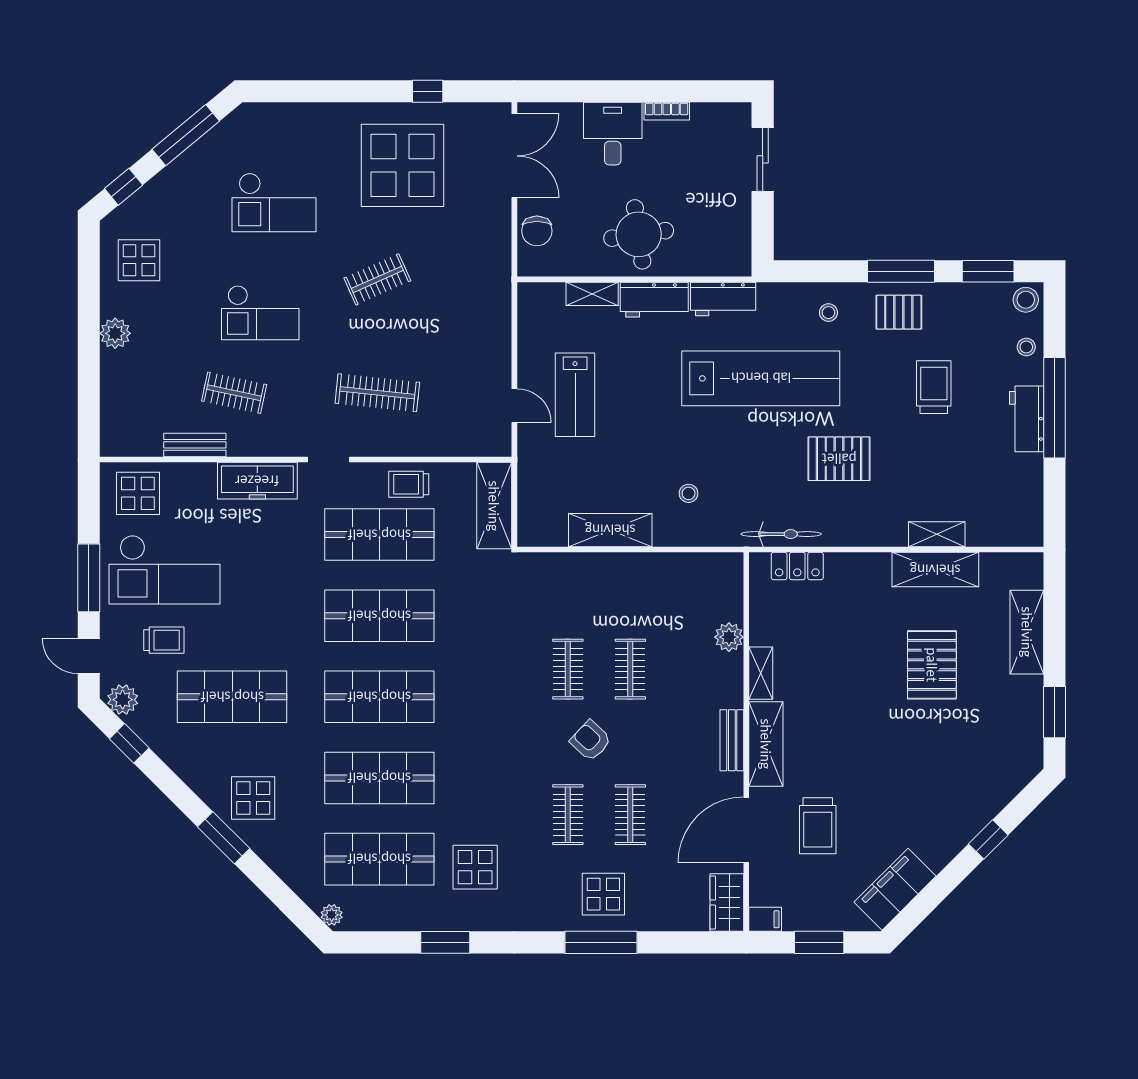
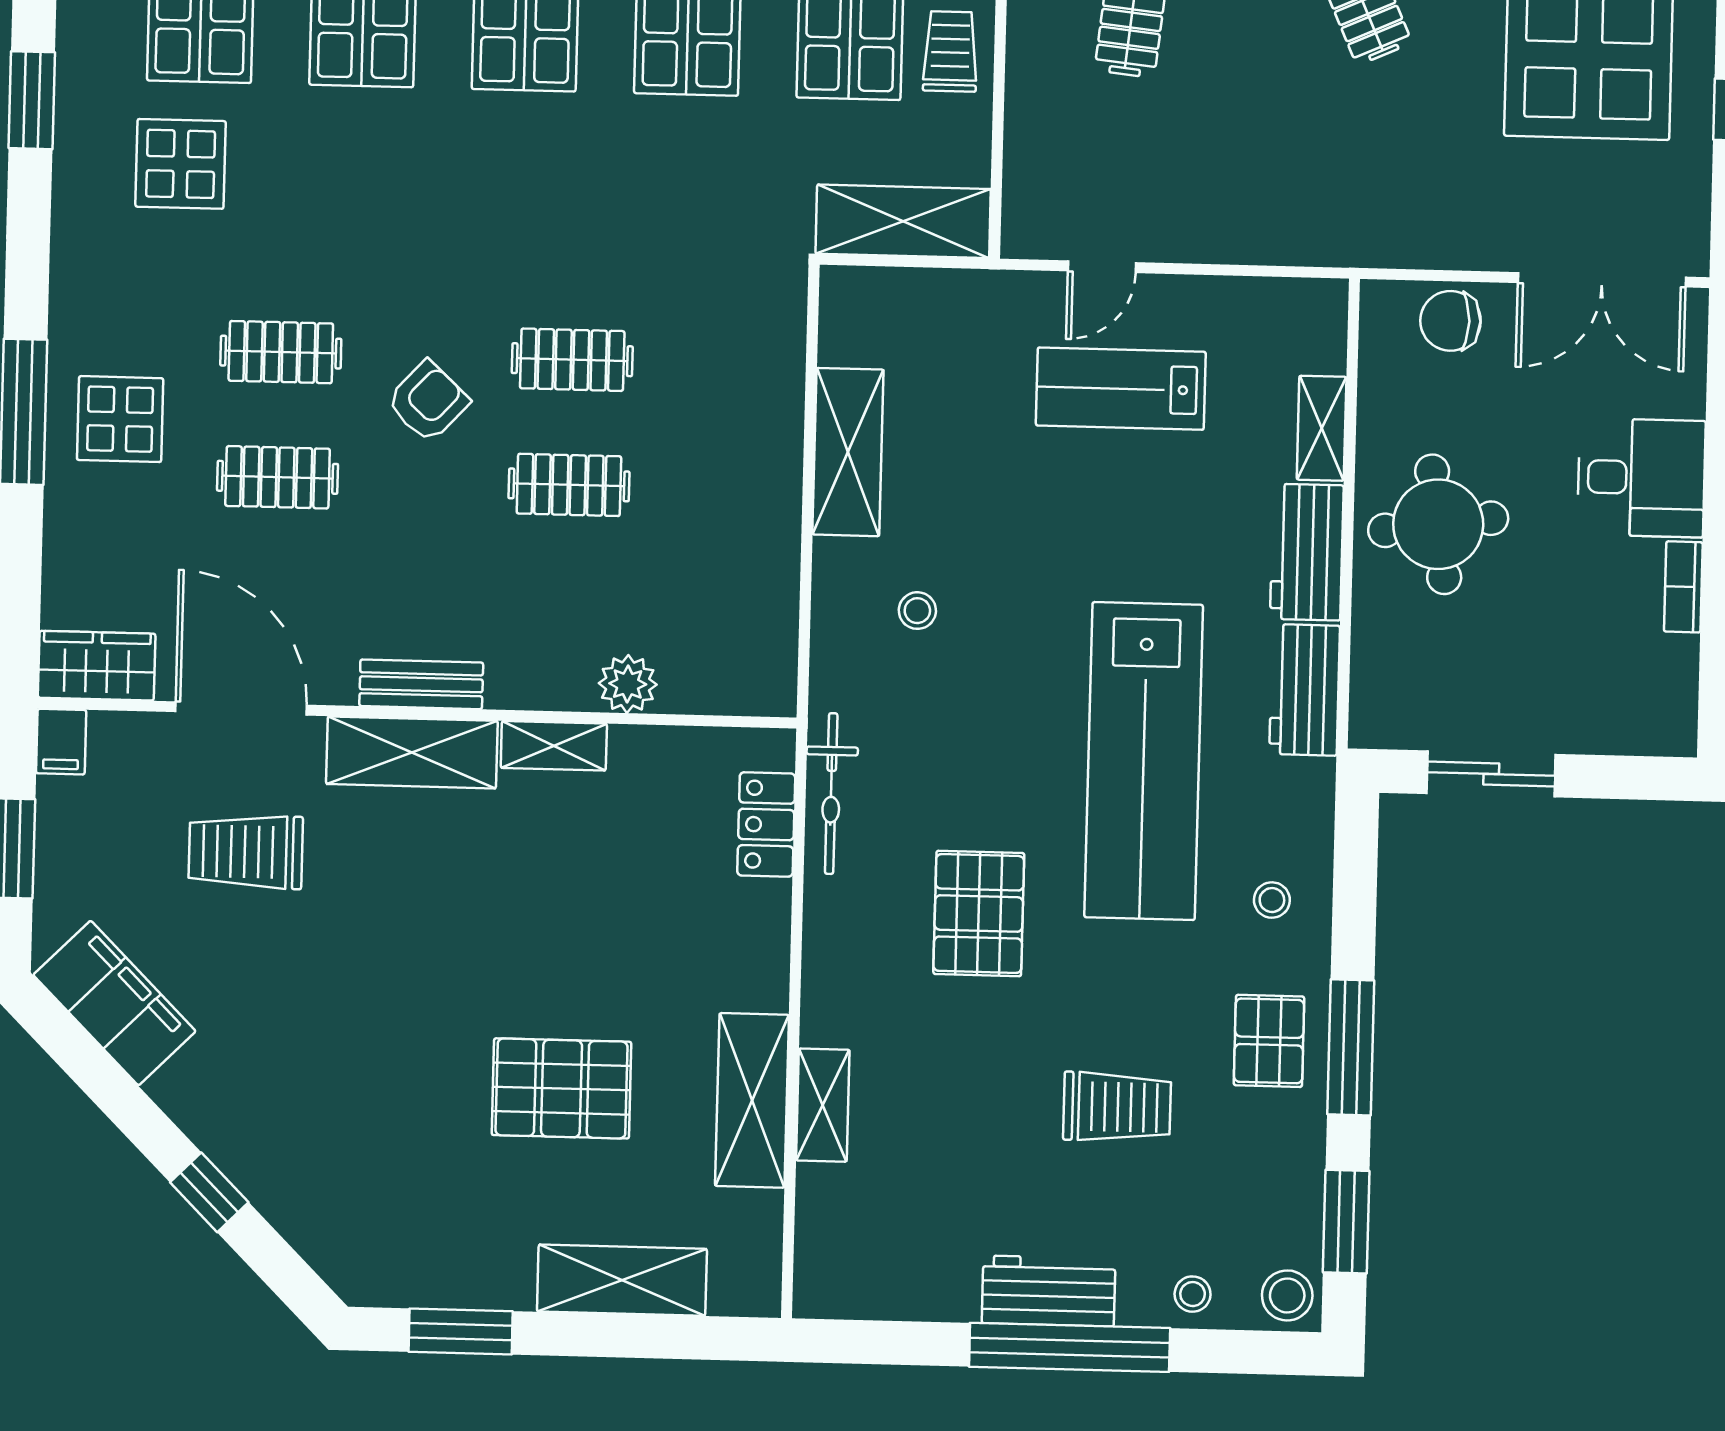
sliding door: (763, 159) -> (1491, 774), moved

